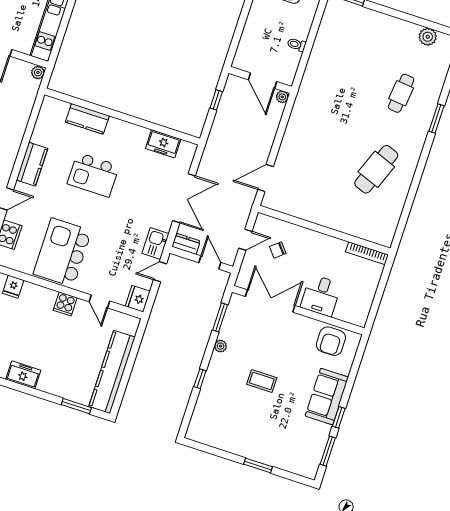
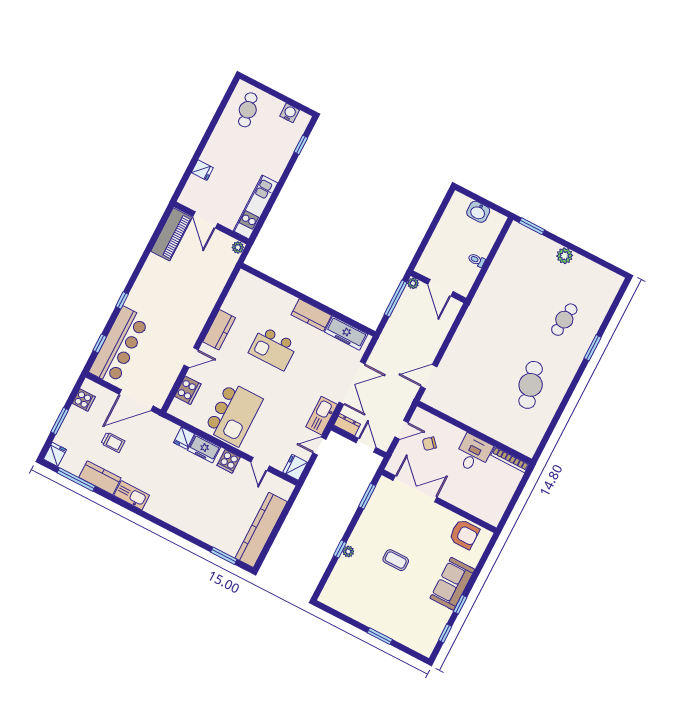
plant: (428, 37) -> (565, 256), moved
plant: (282, 97) -> (413, 283), moved
window: (216, 100) -> (396, 298), width x2.17
kitchen counter: (87, 119) -> (311, 315), moved
freezer: (163, 144) -> (346, 333), width x1.40
cafe table: (376, 169) -> (531, 385), turned -36
kitchen sink: (155, 243) -> (322, 416), width x1.38
kitchen island: (62, 252) -> (234, 414), turned 180
desk: (321, 296) -> (473, 453), moved, turned 180
armchair: (331, 341) -> (464, 534), turned -90
plant: (220, 346) -> (348, 552), moved
freezer: (23, 375) -> (204, 449), moved, turned 180
window: (328, 451) -> (445, 633), width x0.67

